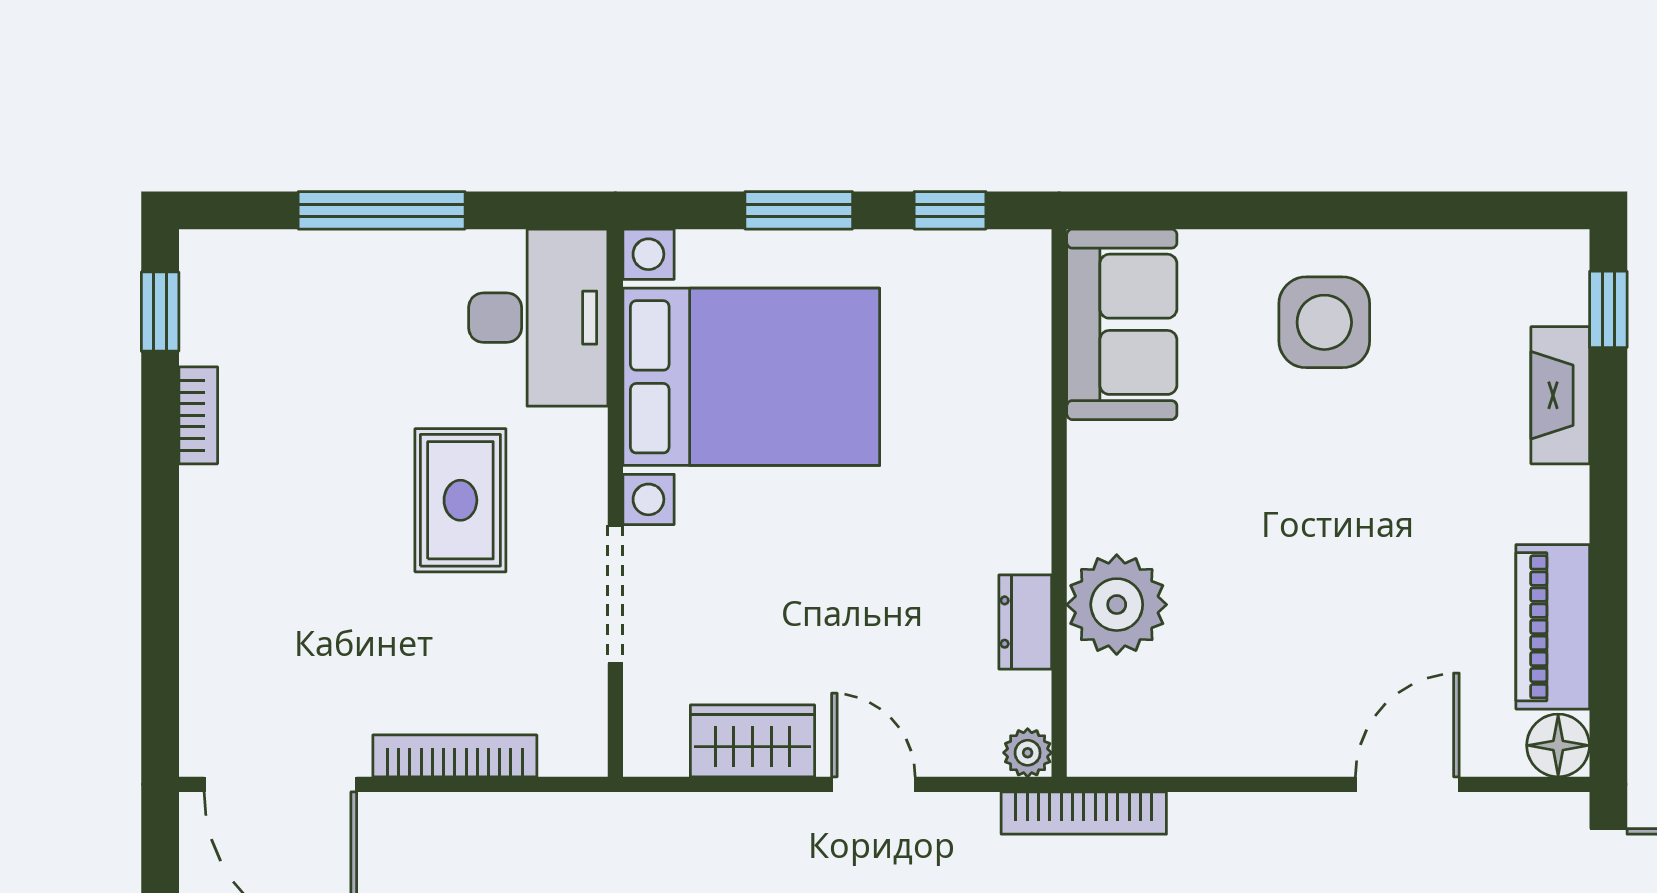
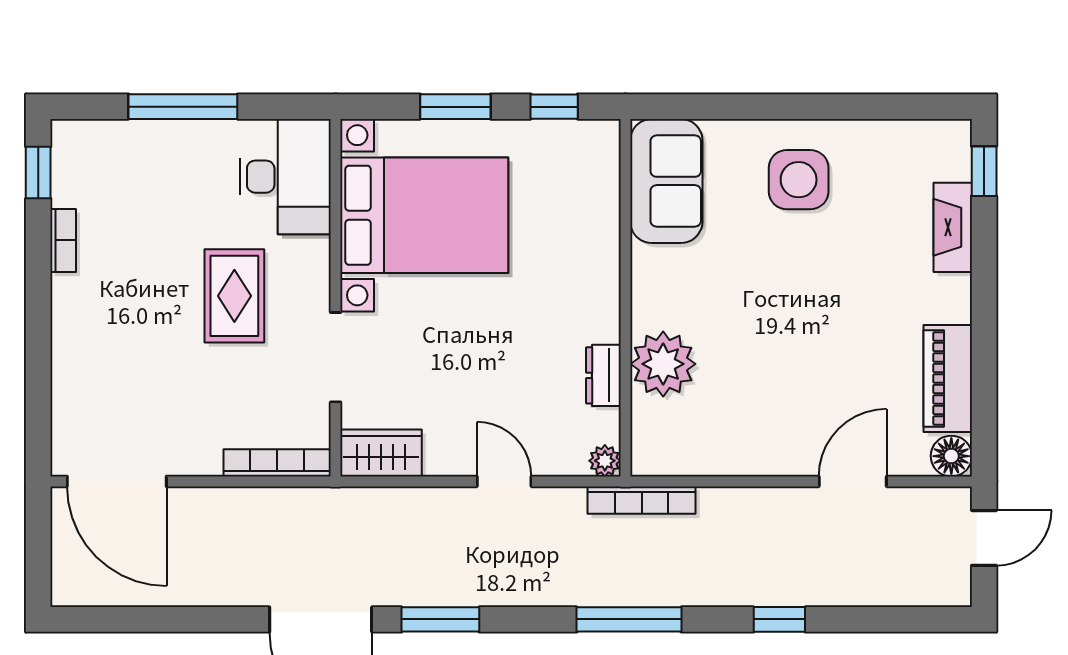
wardrobe: (753, 741) -> (381, 453), moved
bookcase: (455, 756) -> (277, 463), moved

